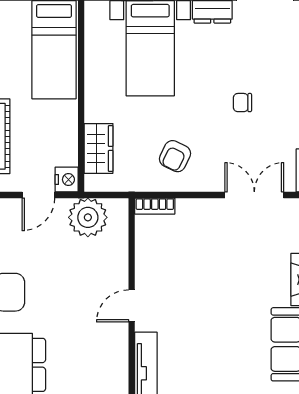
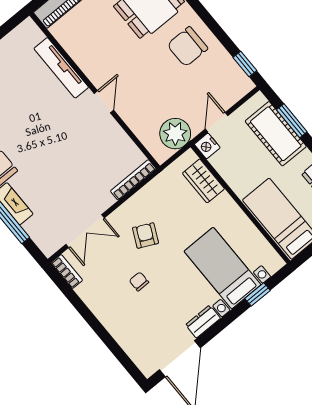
chair: (242, 103) -> (139, 281), turned -90
armchair: (175, 156) -> (146, 235), moved
bookcase: (155, 206) -> (133, 180), width x1.56

